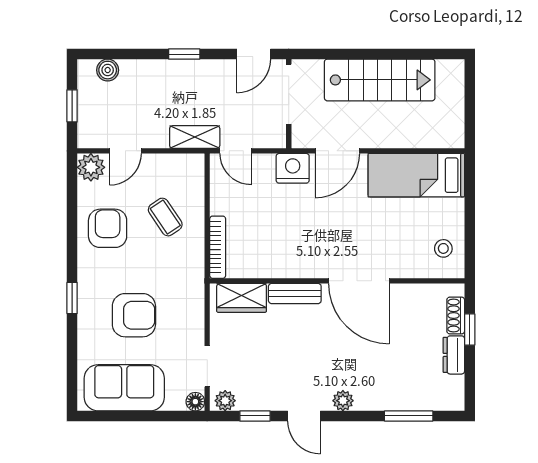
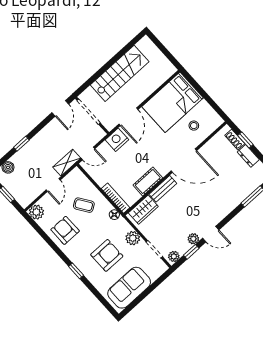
window: (184, 54) -> (21, 144), moved
door: (125, 151) -> (53, 185), moved
bed: (416, 175) -> (172, 102), width x1.50
stool: (443, 248) -> (194, 126), moved
cot: (283, 265) -> (148, 181), added
plant: (191, 324) -> (133, 238), added
plant: (343, 401) -> (193, 239), moved
floor lamp: (195, 402) -> (114, 215), moved

